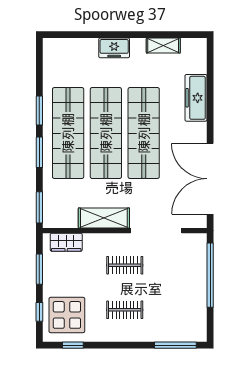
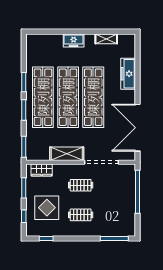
display table: (67, 315) -> (47, 208), moved

